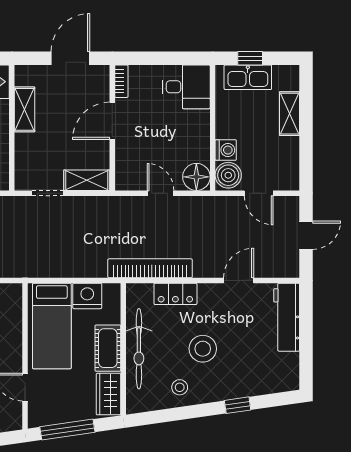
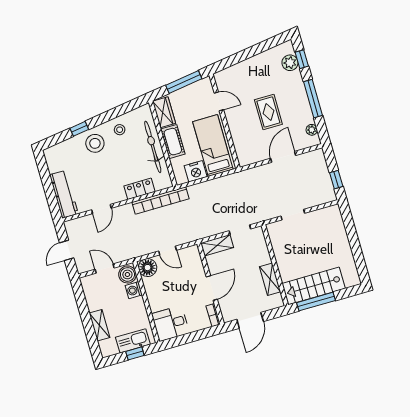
stool: (203, 349) -> (95, 143), moved

